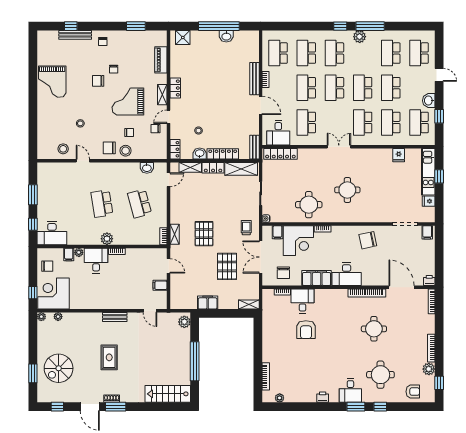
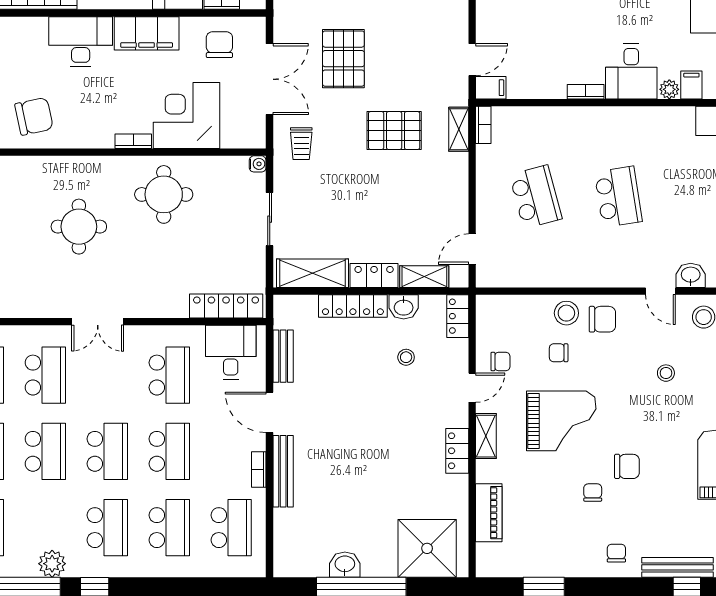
shower: (183, 37) -> (427, 548), width x1.86, depth x1.86
bench: (254, 147) -> (283, 356), moved
washbasin: (147, 168) -> (691, 275), moved
filing cabinet: (277, 232) -> (232, 134), removed
pallet: (204, 234) -> (394, 131), turned 90
plant: (107, 239) -> (607, 119), removed
door: (168, 266) -> (472, 60), swing flipped
filing cabinet: (160, 285) -> (491, 88), moved

